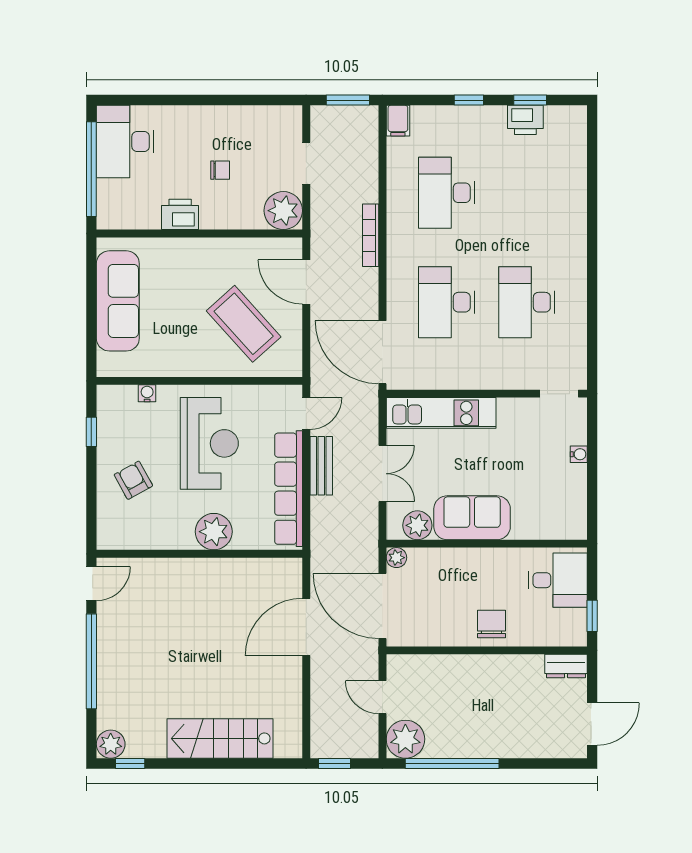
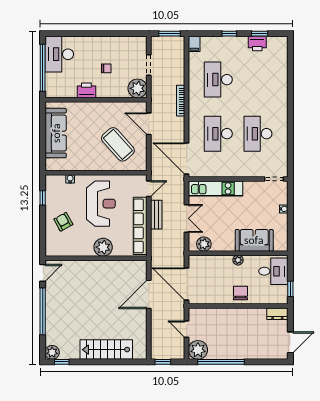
sofa: (472, 518) -> (254, 240), moved
plant: (396, 558) -> (238, 260), moved

